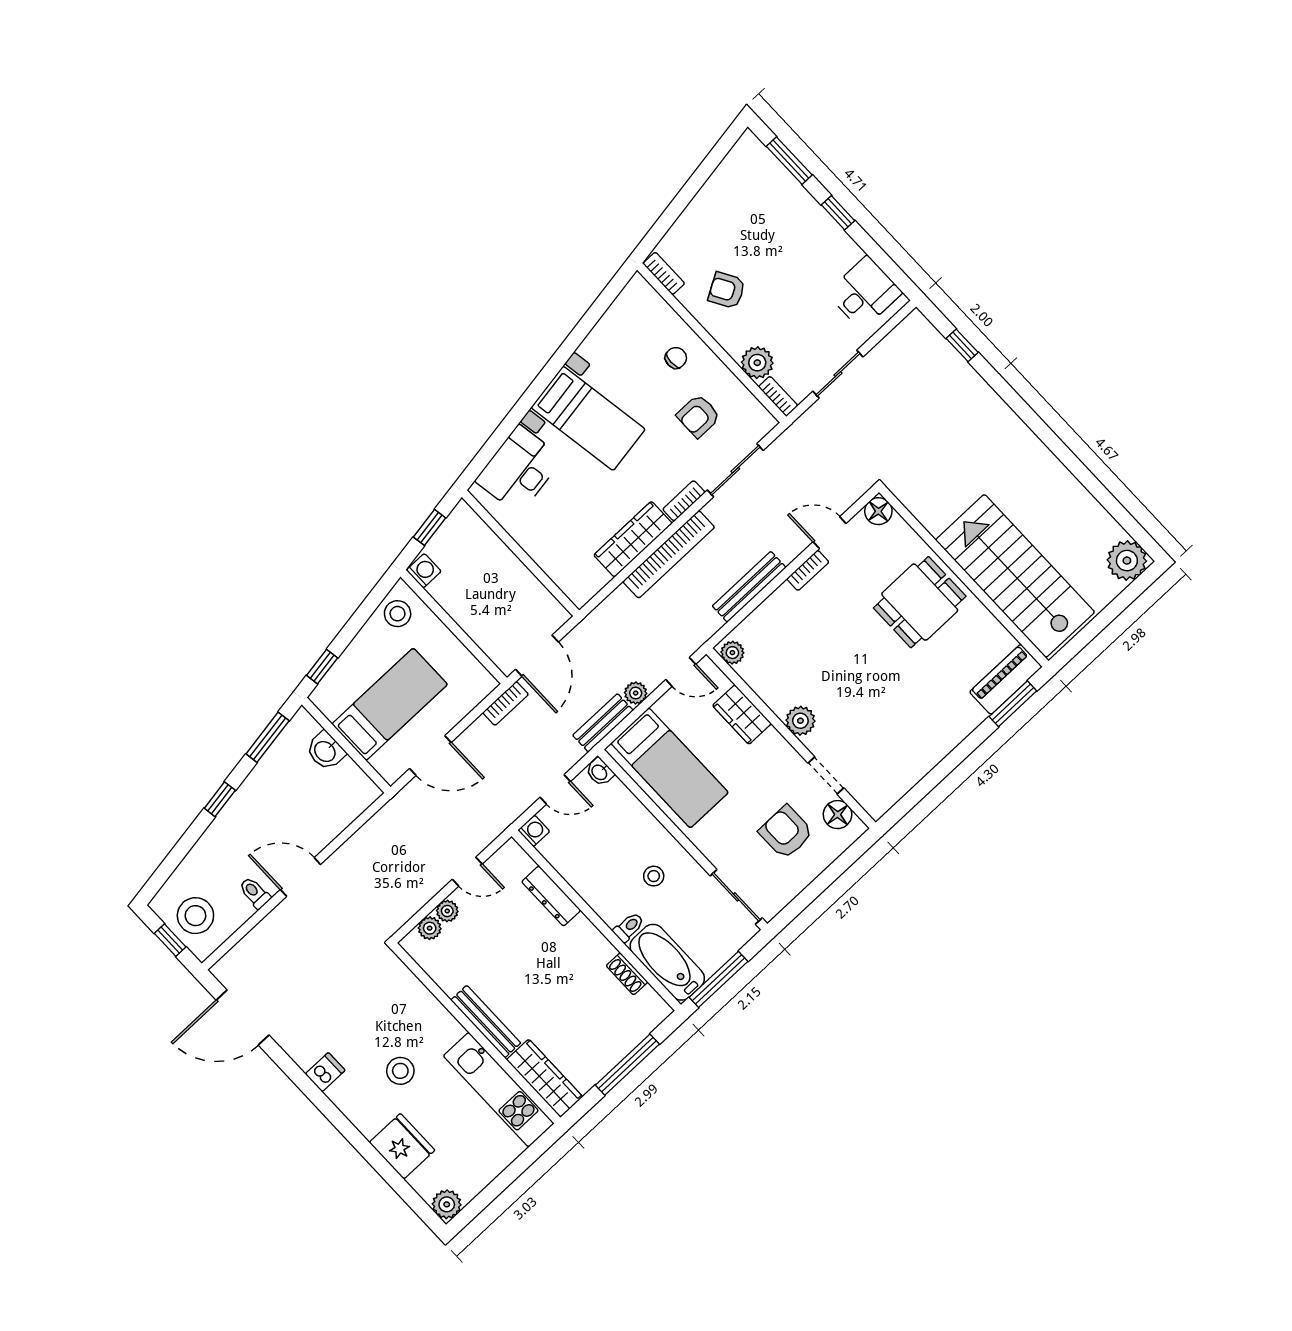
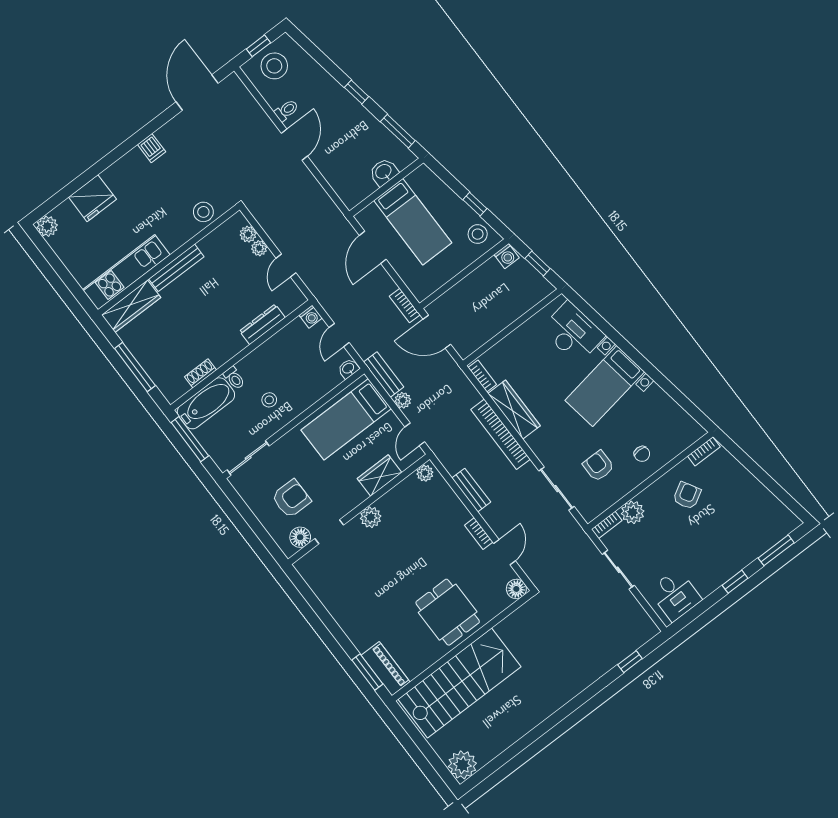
bookcase: (684, 501) -> (482, 376), moved
bench: (749, 587) -> (471, 490), width x0.73
window: (322, 667) -> (475, 204), moved
stool: (400, 1071) -> (203, 212), moved

